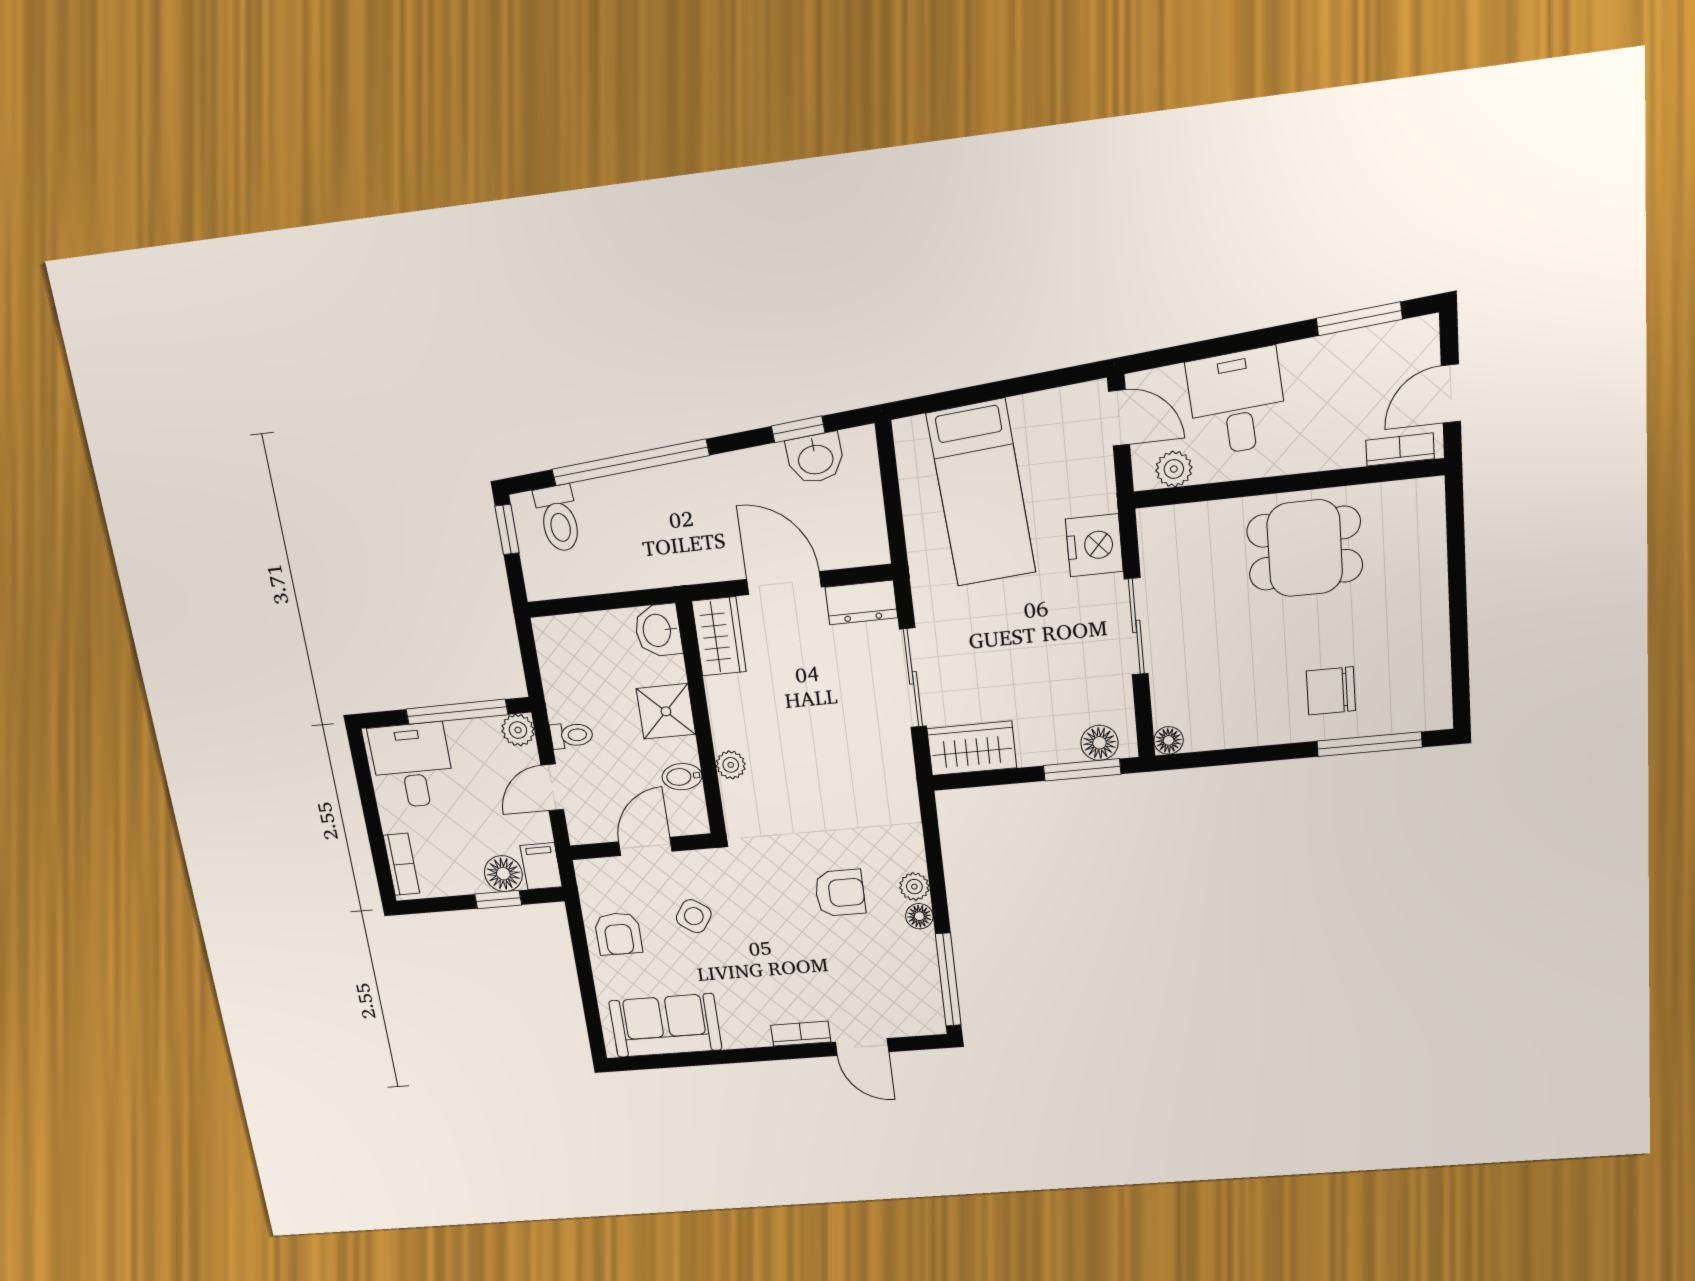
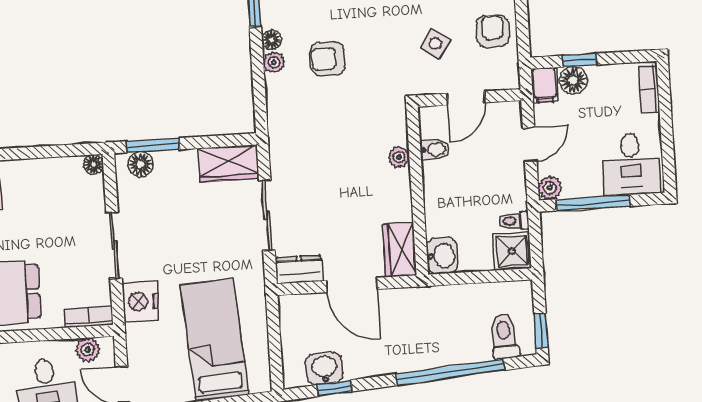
bookcase: (1173, 519) -> (89, 317), added
shower: (666, 711) -> (512, 251), moved
toilet: (572, 735) -> (514, 221), moved

